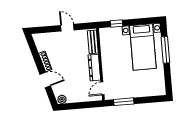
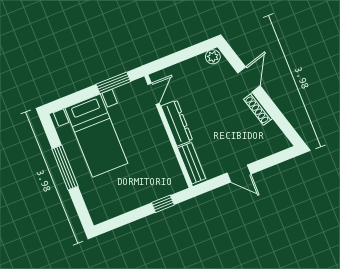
bed with nightstands: (143, 47) -> (96, 136), moved, turned 180
window: (165, 50) -> (65, 168), moved
door: (45, 80) -> (249, 79), swing flipped

